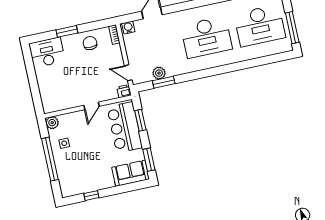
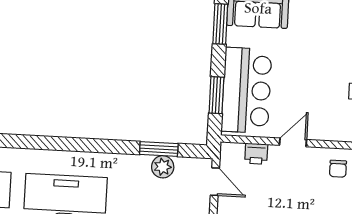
printer: (124, 91) -> (256, 154), moved
chair: (63, 98) -> (338, 169), added

